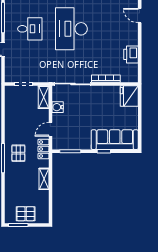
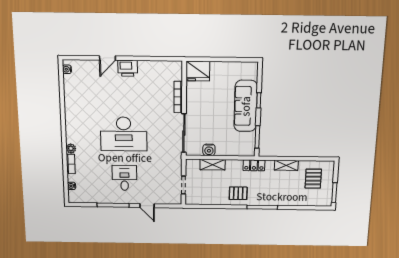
printer: (131, 54) -> (128, 68), moved
shelving: (44, 97) -> (212, 165), moved
door: (50, 129) -> (233, 158), removed
sofa: (115, 140) -> (246, 106), moved
pallet: (18, 153) -> (238, 193), moved
pallet: (26, 214) -> (313, 179), moved

